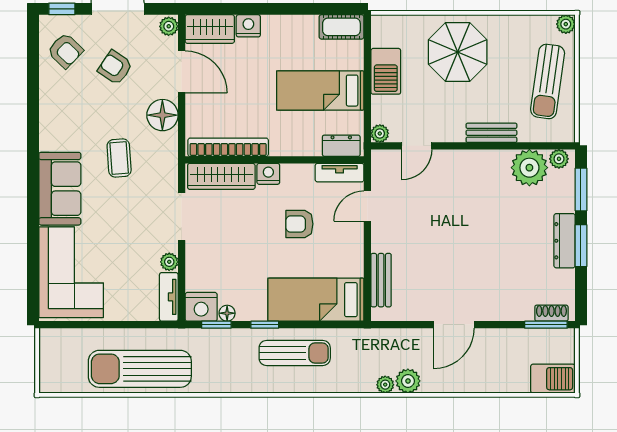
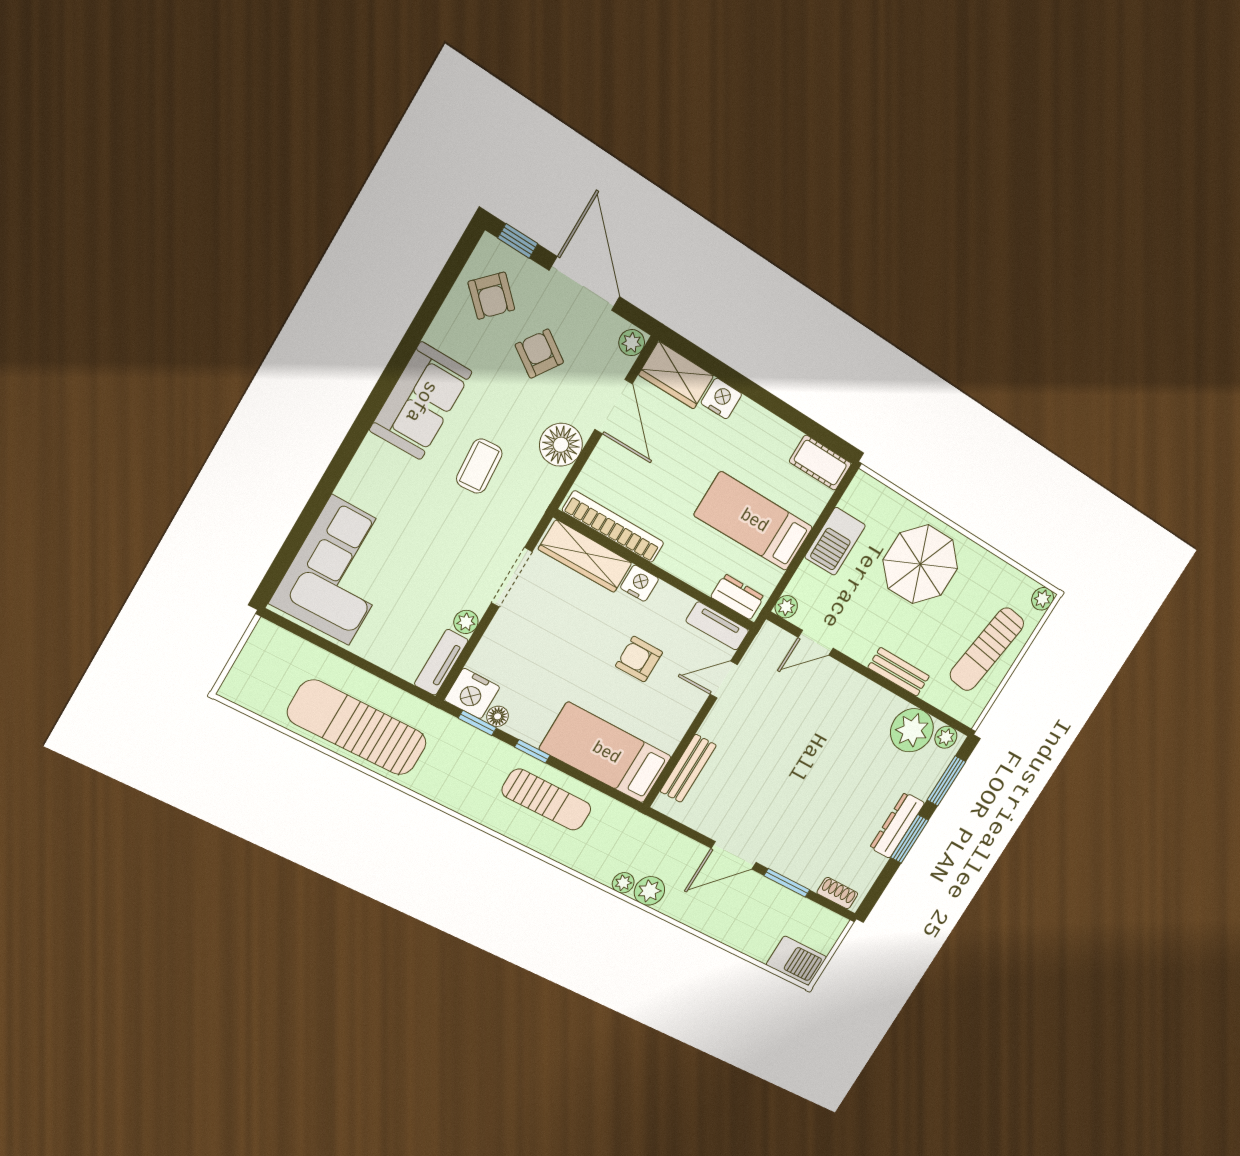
sofa: (60, 189) -> (421, 401), moved
window: (546, 325) -> (787, 883), moved

